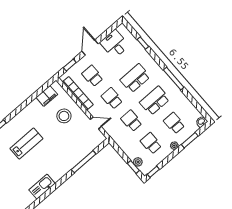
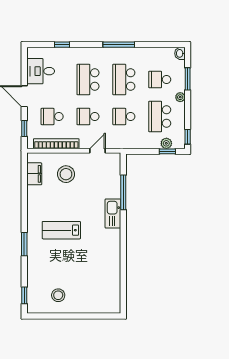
school desk: (151, 143) -> (160, 116), width x1.85
lab bench: (26, 144) -> (61, 230), turned -90
kitchen sink: (42, 187) -> (113, 213), moved

